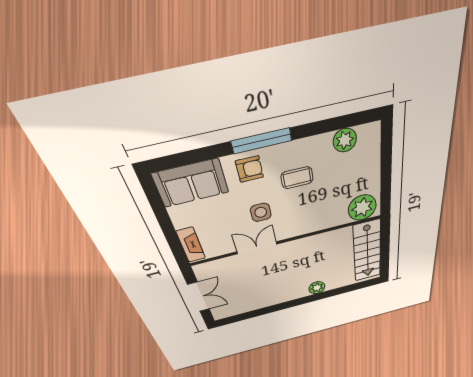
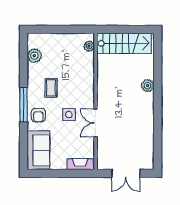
armchair: (250, 169) -> (38, 115), turned 180
plant: (362, 208) -> (89, 46), width x0.53, depth x0.53
double door: (199, 297) -> (126, 173), swing flipped

